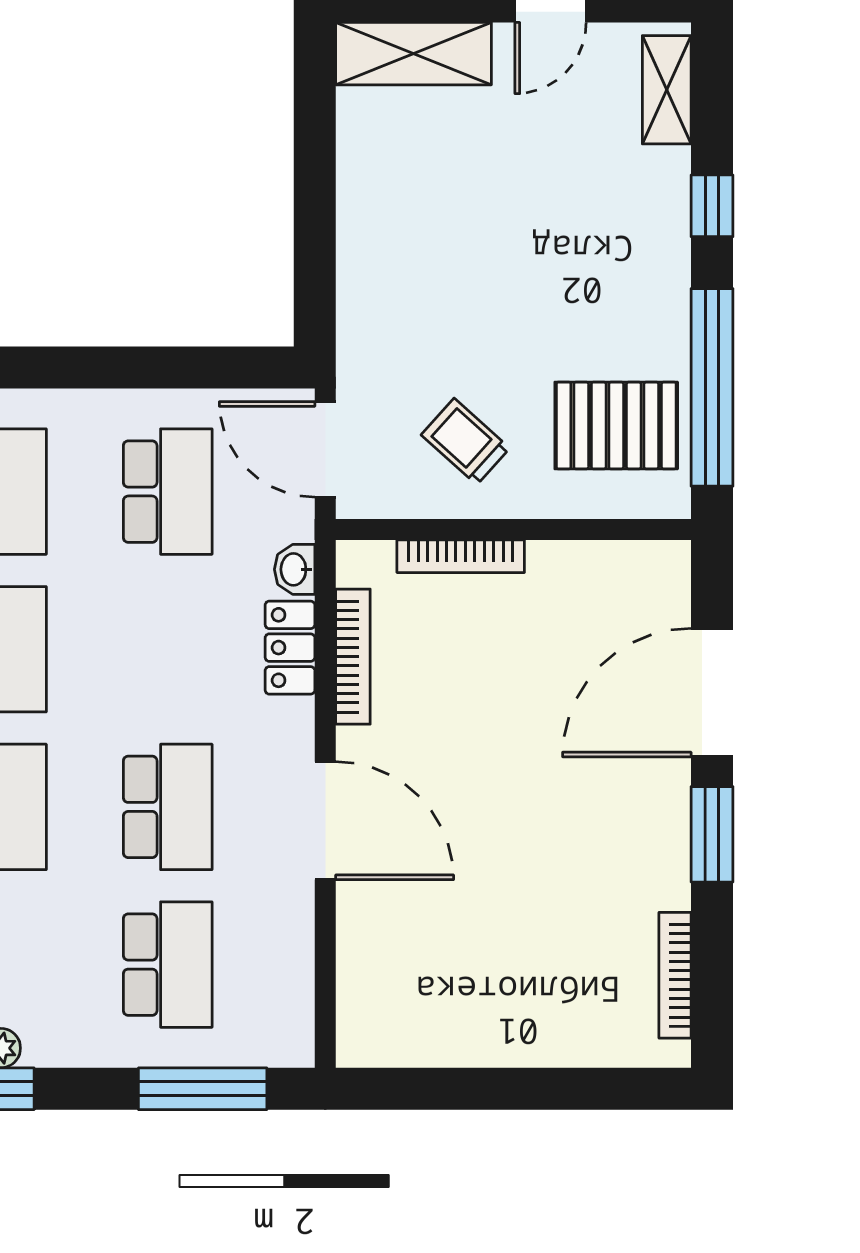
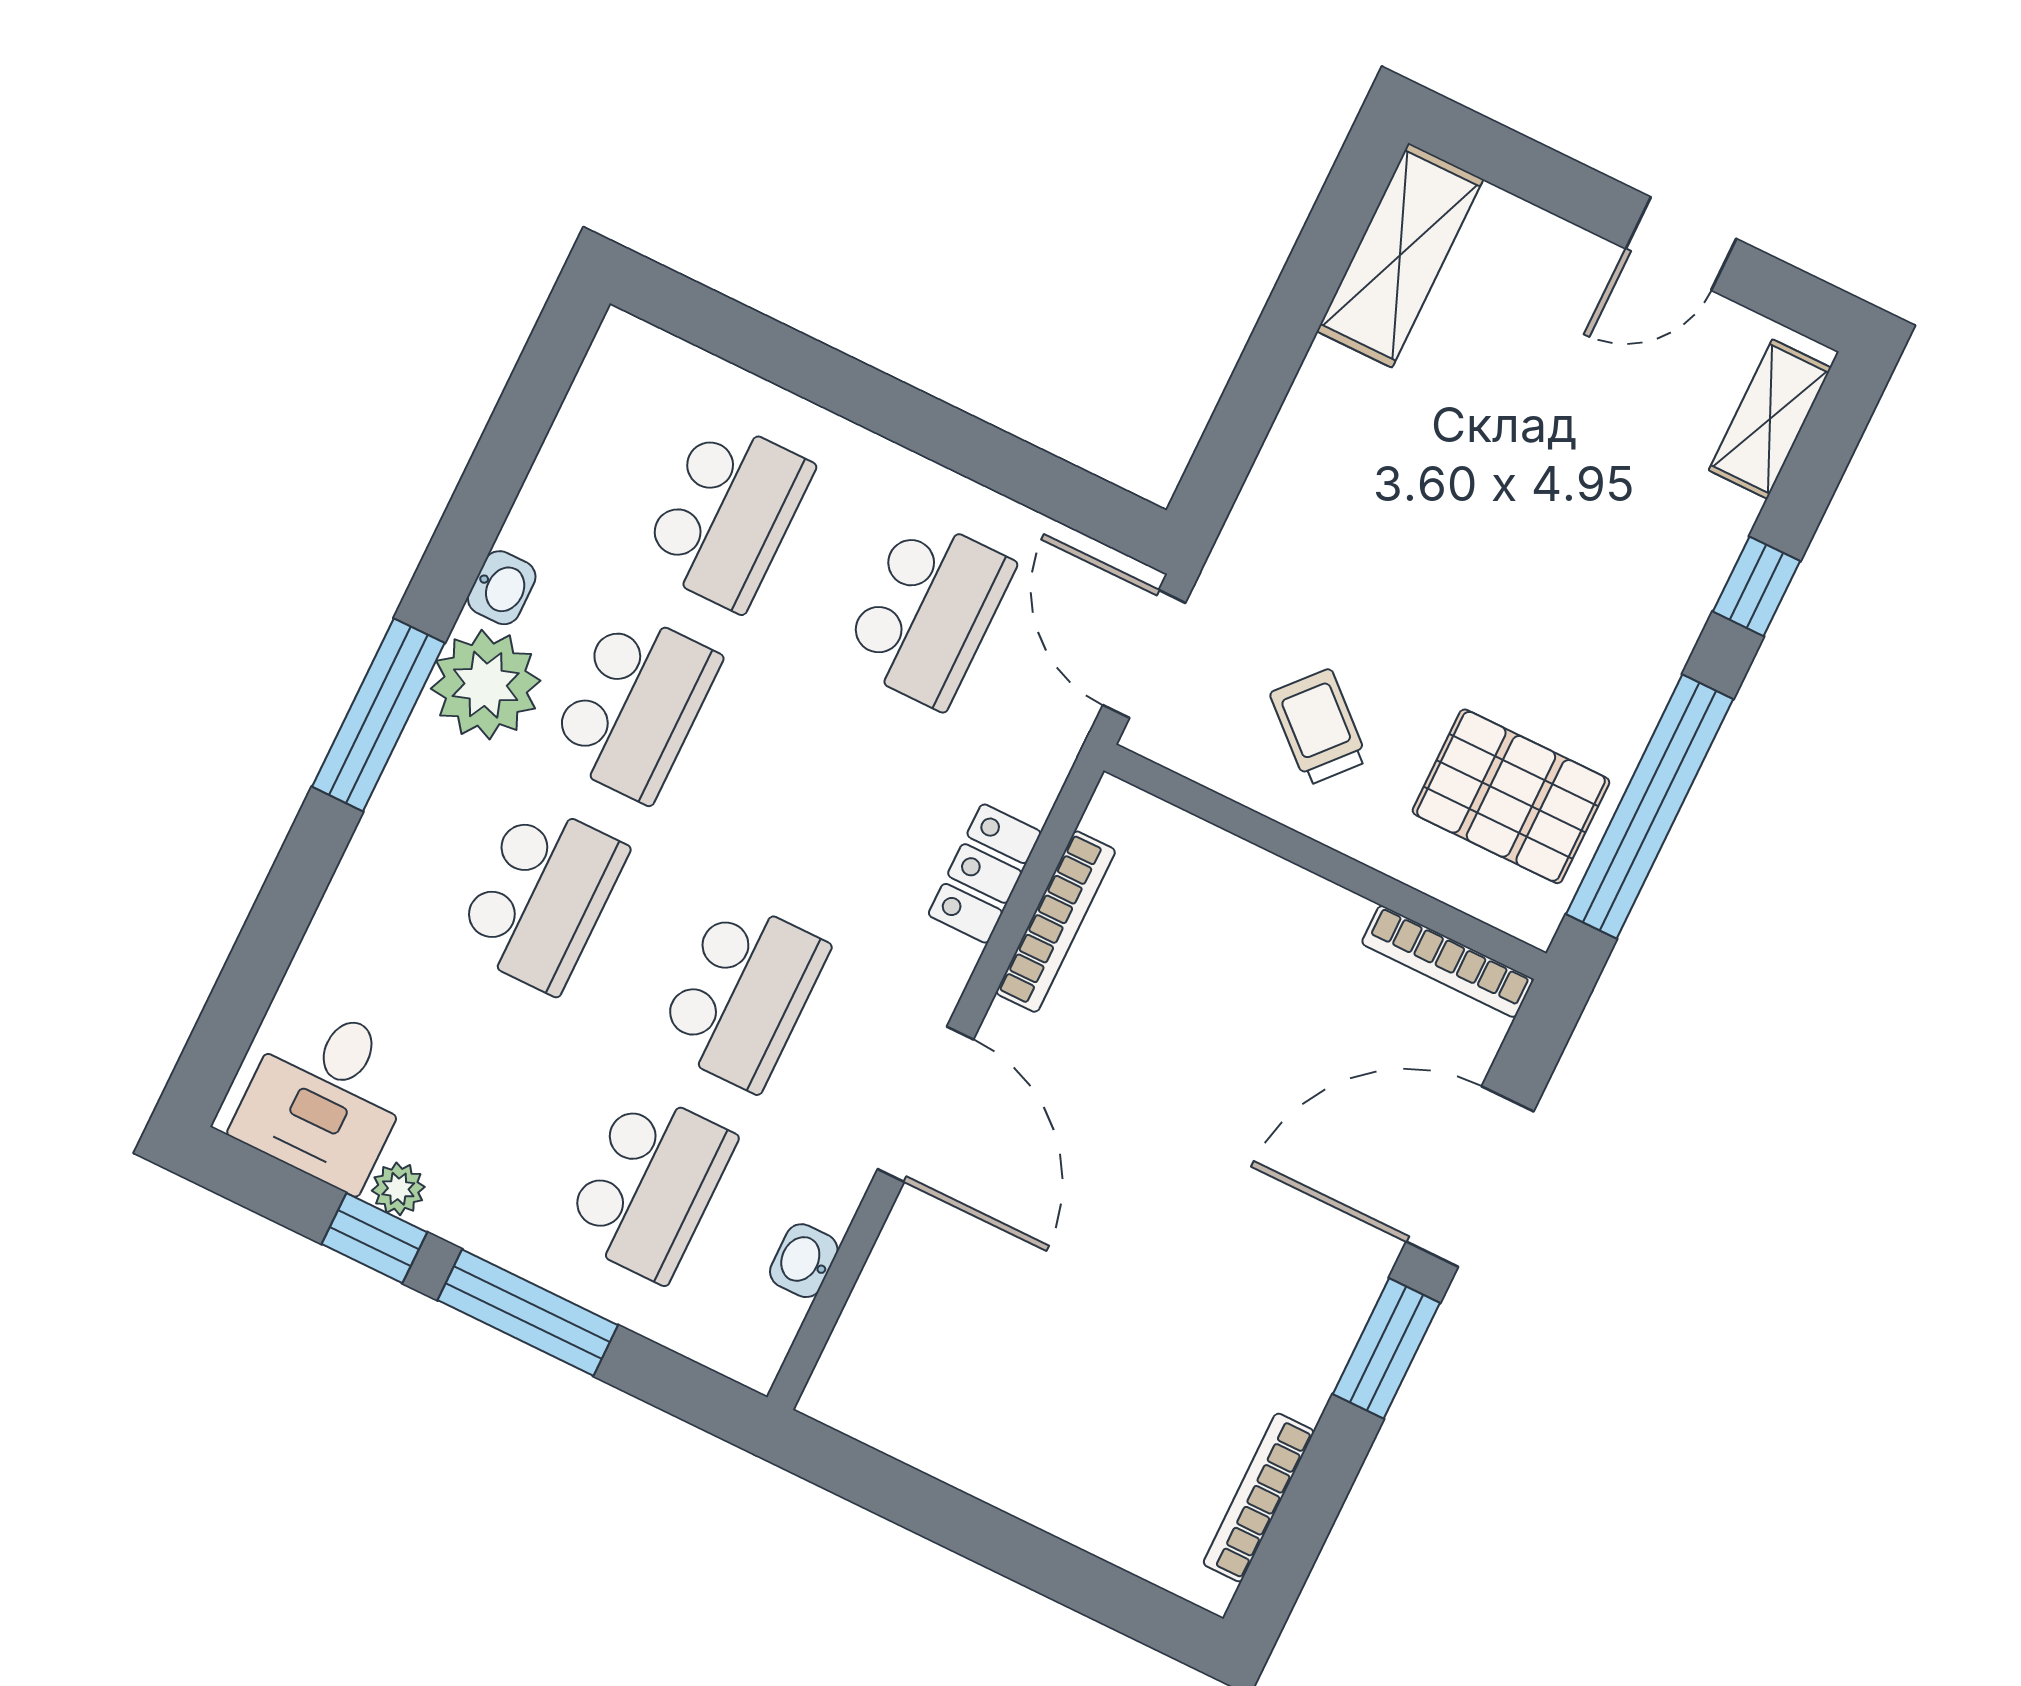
shelving: (414, 54) -> (1400, 255), moved, turned 90
bookcase: (461, 556) -> (1448, 961), moved
washbasin: (295, 569) -> (804, 1261), moved
window: (203, 1089) -> (528, 1313), moved

